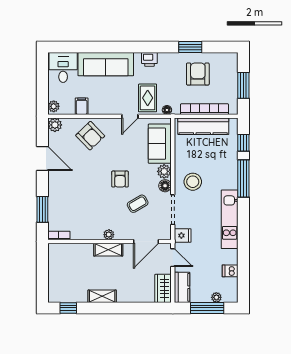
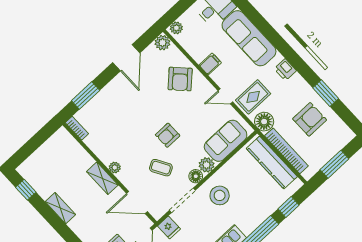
filing cabinet: (82, 106) -> (210, 64), moved
floor lamp: (167, 110) -> (264, 122), width x1.89, depth x1.89

